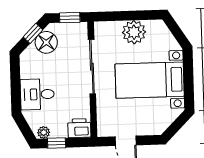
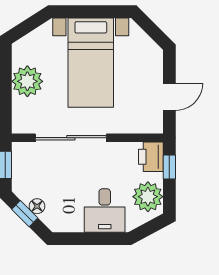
floor lamp: (46, 42) -> (37, 206), width x0.53, depth x0.53
plant: (44, 132) -> (148, 197), width x1.87, depth x1.87
window: (57, 143) -> (169, 167), moved

